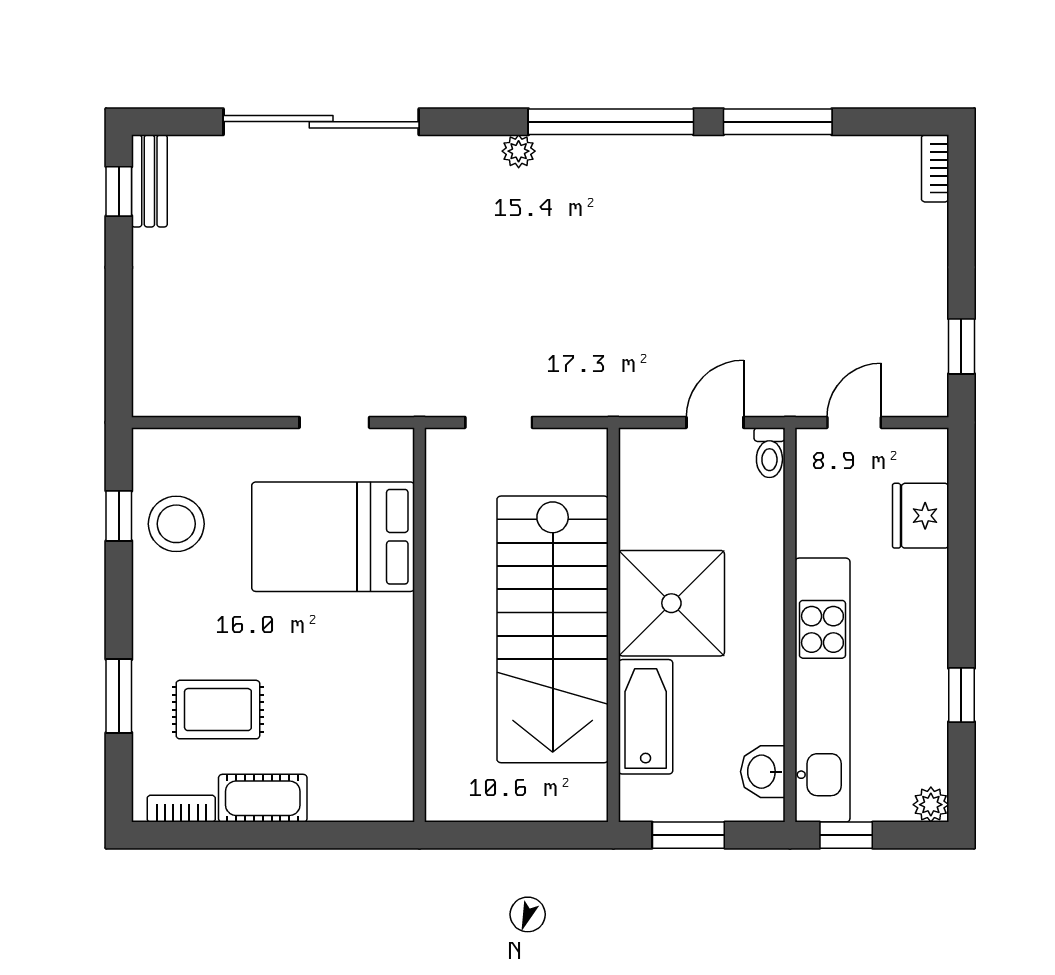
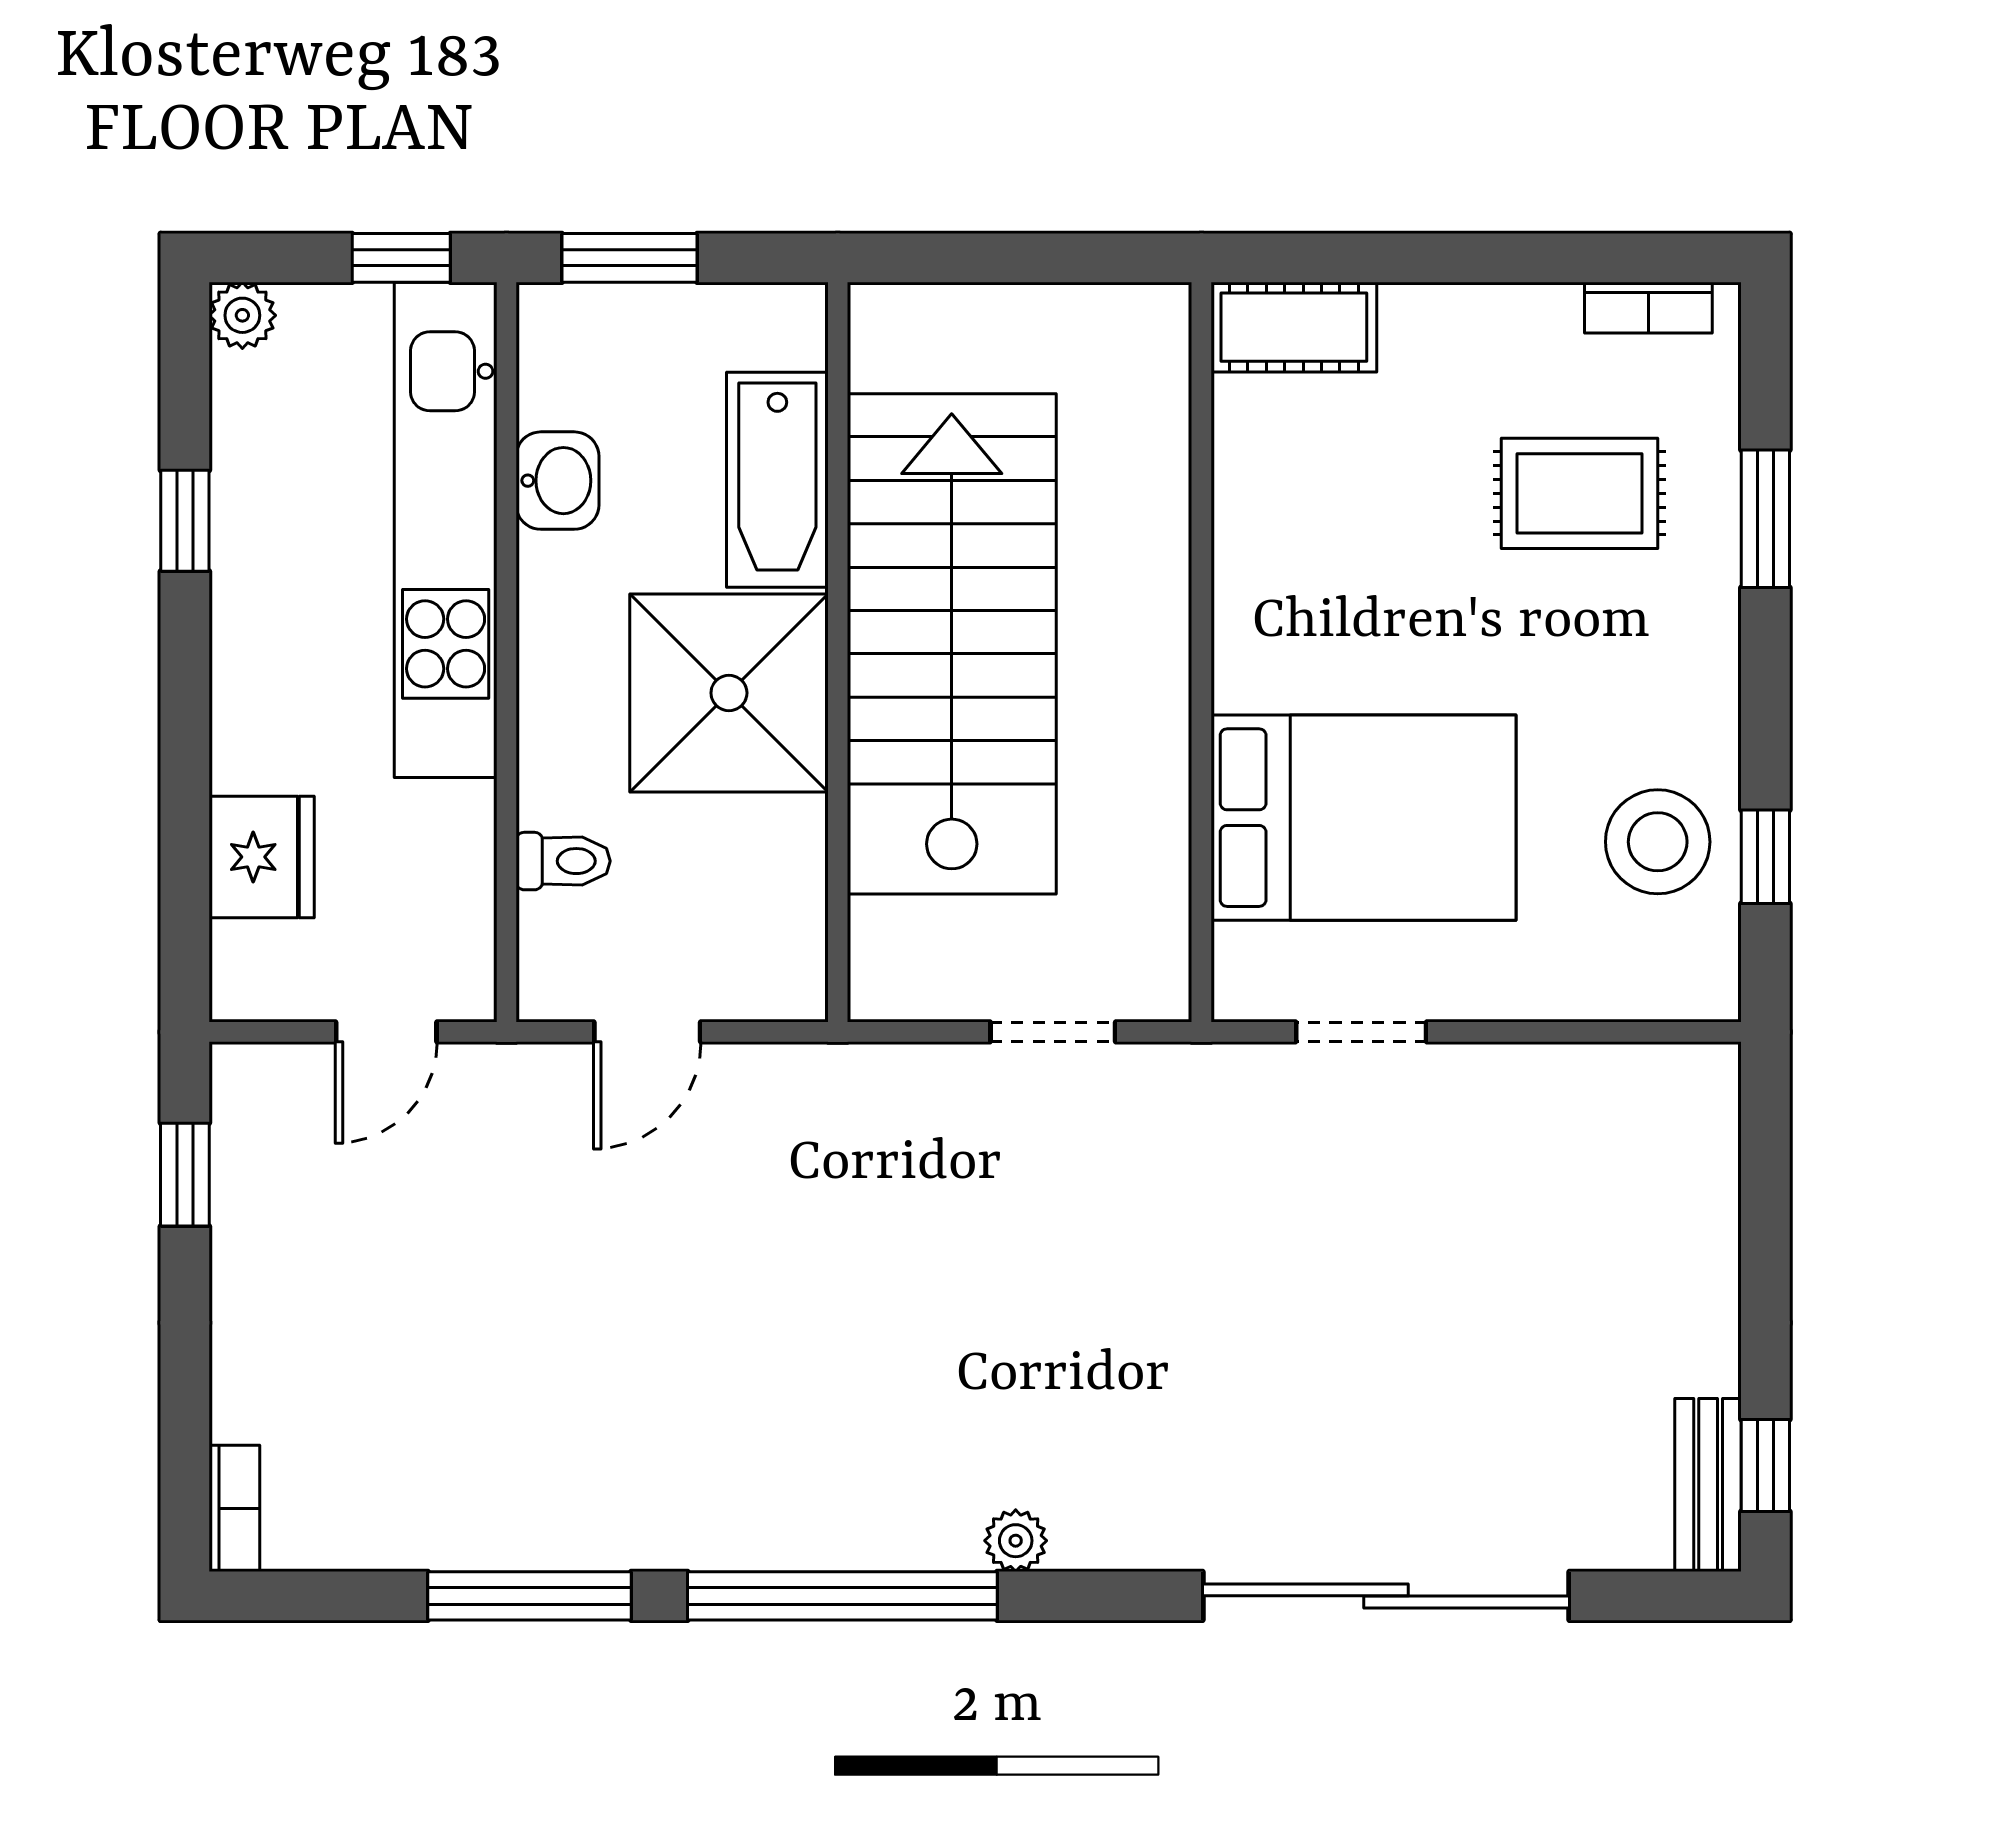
toilet: (769, 453) -> (563, 861), moved, turned 90
washbasin: (763, 772) -> (558, 481), moved
cot: (263, 798) -> (1294, 327), moved
window: (688, 835) -> (630, 258), moved

